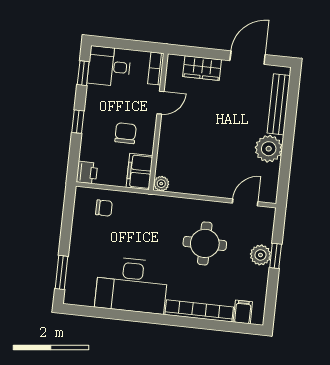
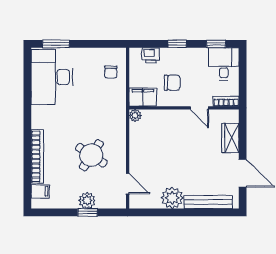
printer: (87, 172) -> (151, 55), moved
round table: (205, 243) -> (91, 155), turned 33
desk: (132, 285) -> (52, 77), moved

